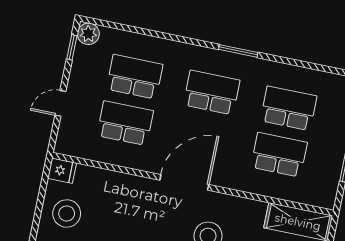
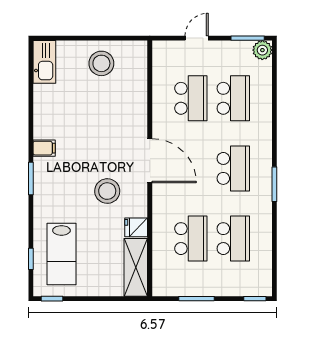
window: (72, 47) -> (248, 38), width x1.50
door: (60, 103) -> (197, 38), hinge flipped
fridge: (62, 171) -> (136, 227), moved, turned 90

